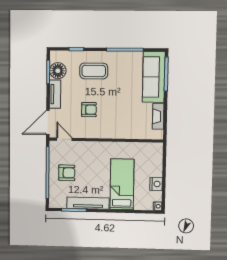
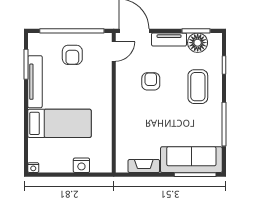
armchair: (89, 110) -> (151, 81), turned 180
nightstand: (156, 184) -> (81, 165), moved

